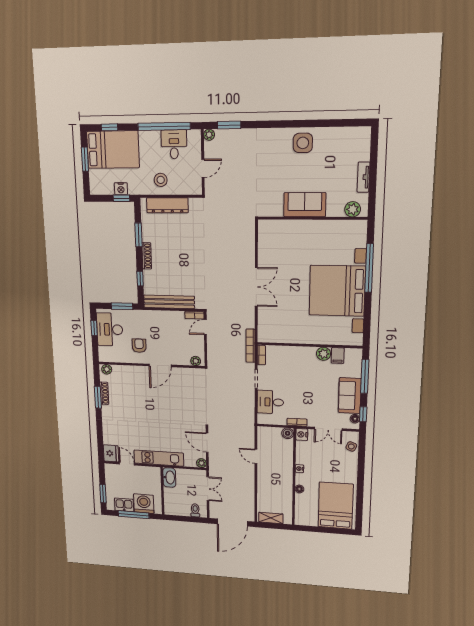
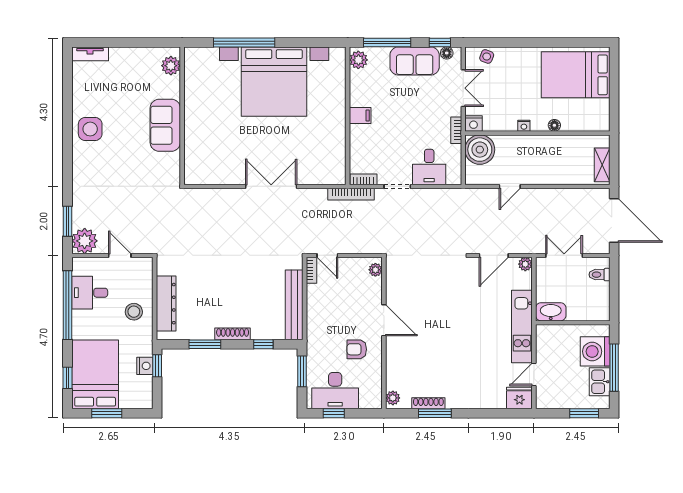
plant: (209, 135) -> (85, 241), width x1.87, depth x1.87
tv unit: (364, 177) -> (90, 54), moved
plant: (324, 354) -> (358, 60), moved
filing cabinet: (338, 356) -> (360, 115), moved
boiler: (288, 433) -> (480, 150), width x1.86, depth x1.86

